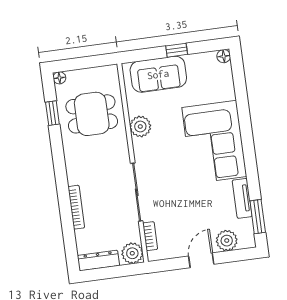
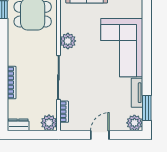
plant: (140, 126) -> (68, 41), moved
plant: (227, 241) -> (134, 123), moved
dresser: (98, 261) -> (18, 125), width x0.70

